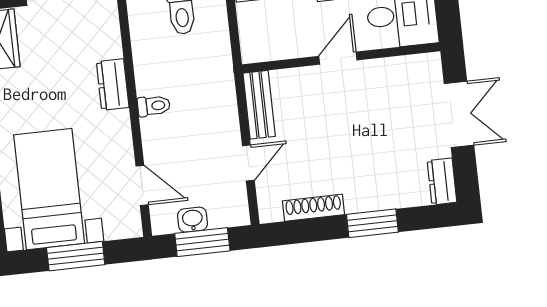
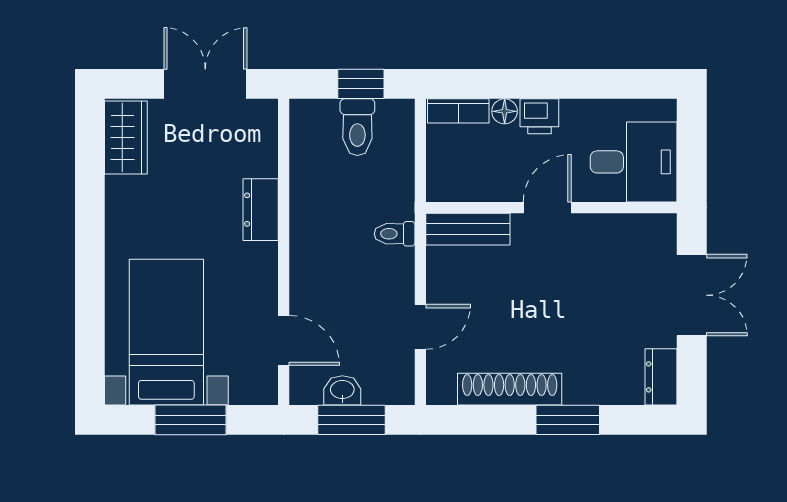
bench: (259, 105) -> (468, 229), moved, turned 90
toilet: (154, 106) -> (395, 234), moved, turned 180
shoe rack: (313, 208) -> (510, 389), width x1.36, depth x1.24

